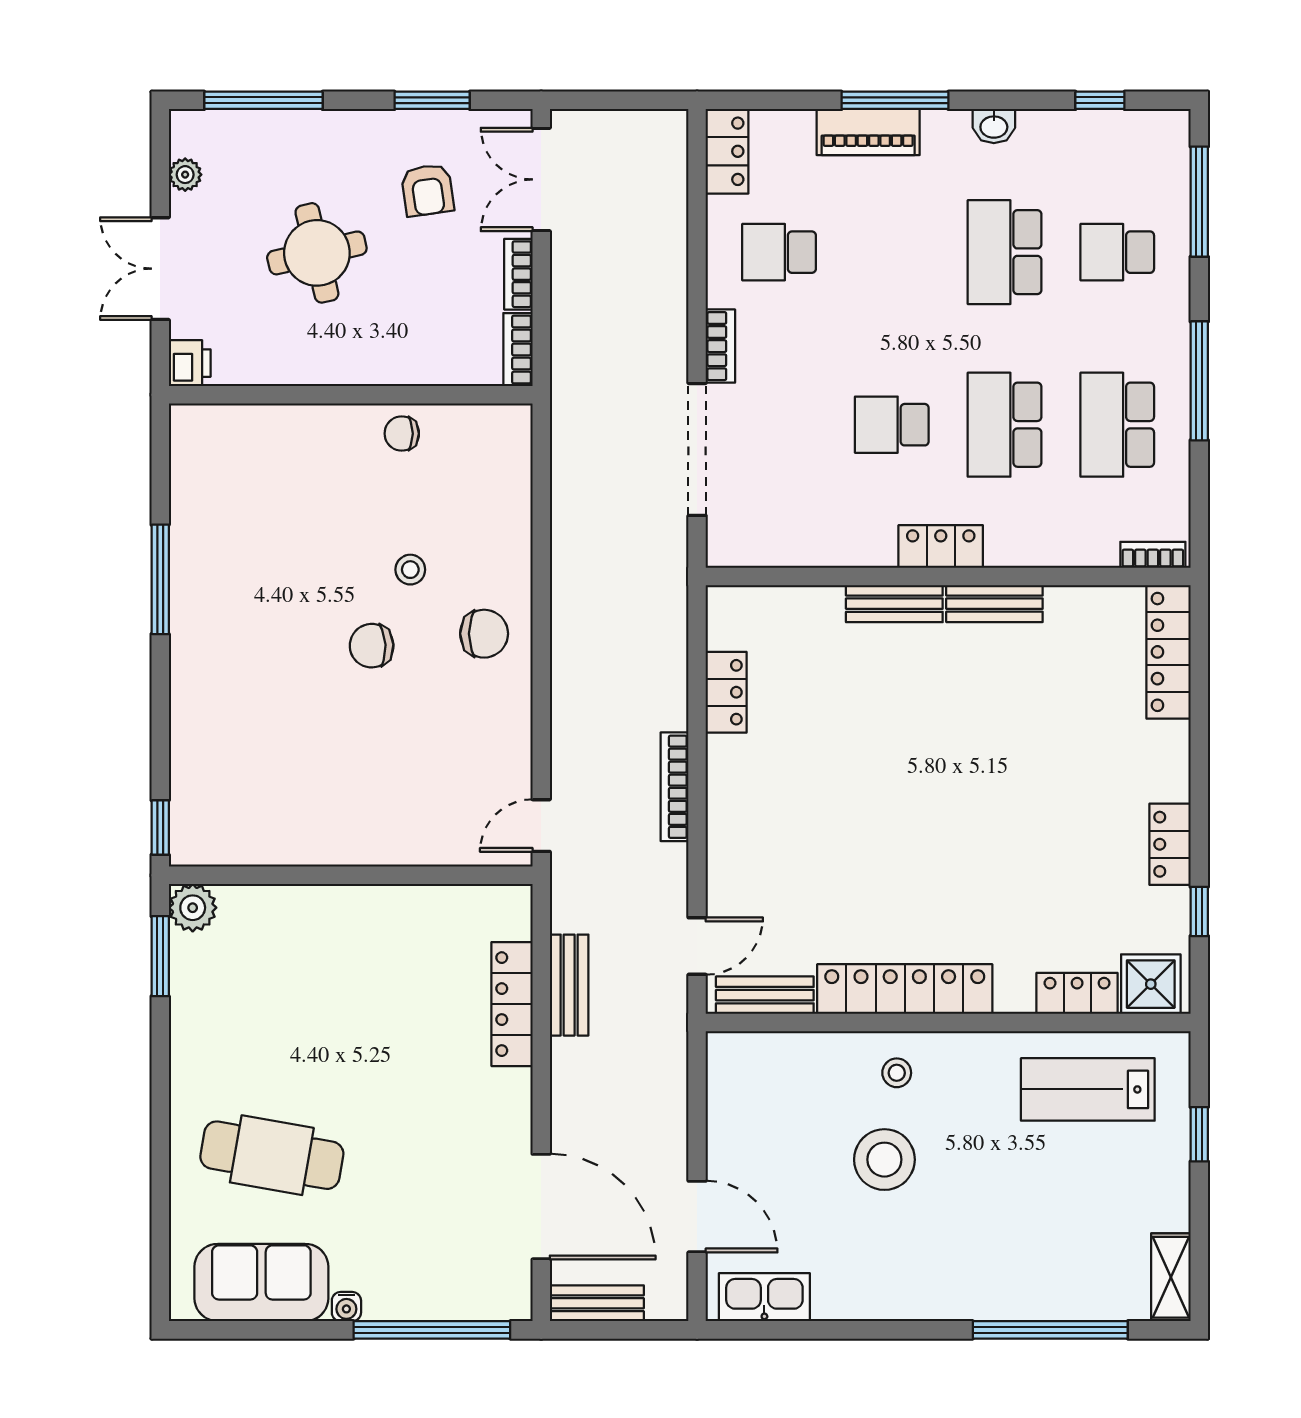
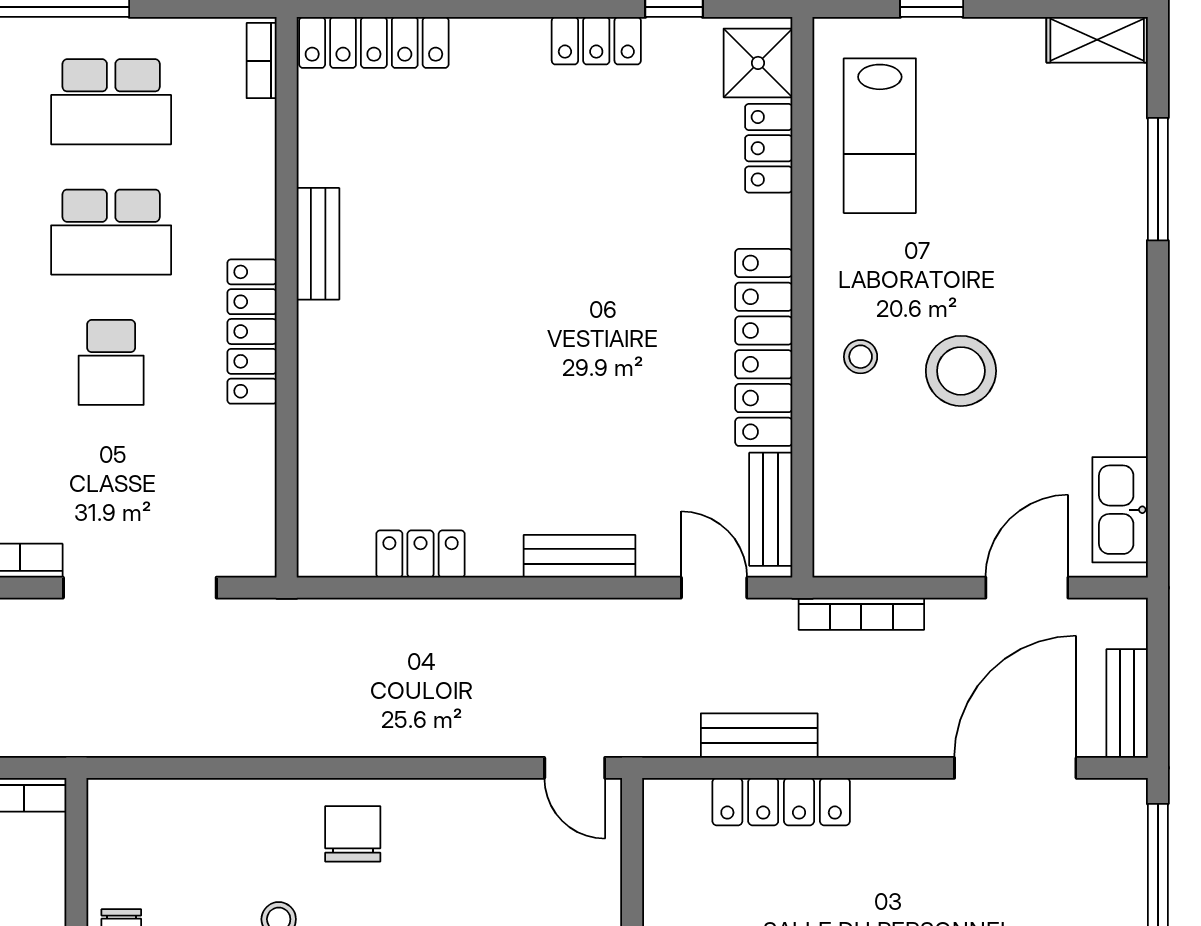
locker: (941, 547) -> (252, 332), width x1.53
bench: (894, 604) -> (580, 556), moved, turned 90
bookcase: (674, 787) -> (861, 614), moved
window: (1050, 1330) -> (1158, 179), width x0.68

